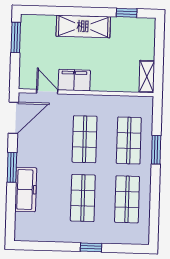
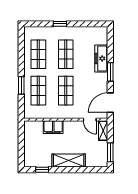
shelving: (147, 77) -> (103, 131), moved
filing cabinet: (74, 80) -> (53, 127), moved

